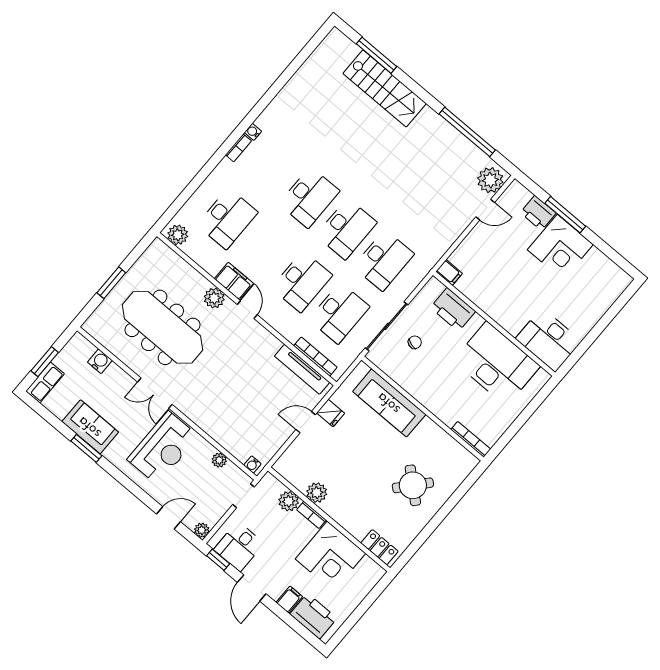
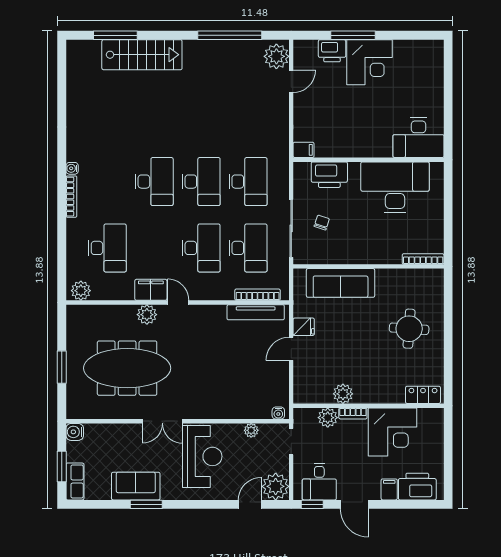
bookcase: (238, 148) -> (71, 197), width x1.56
water cooler: (100, 361) -> (75, 432), moved, turned -90
round table: (413, 485) -> (409, 329), turned -37
plant: (202, 530) -> (276, 486), width x1.88, depth x1.88

